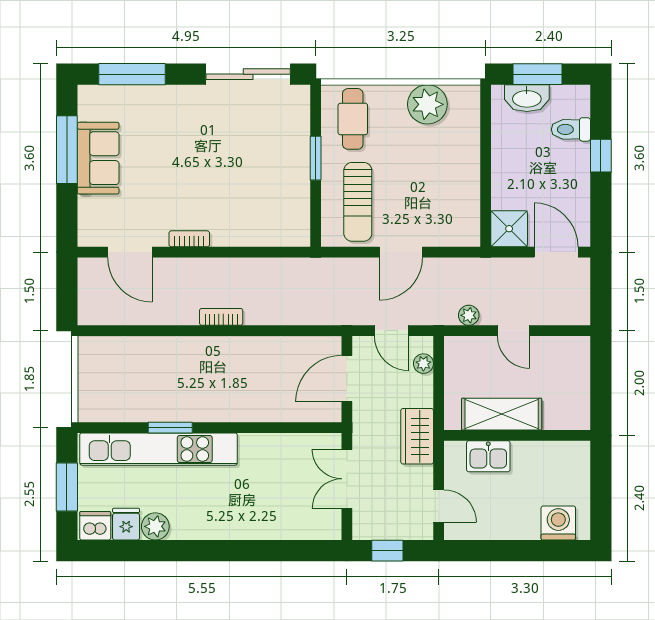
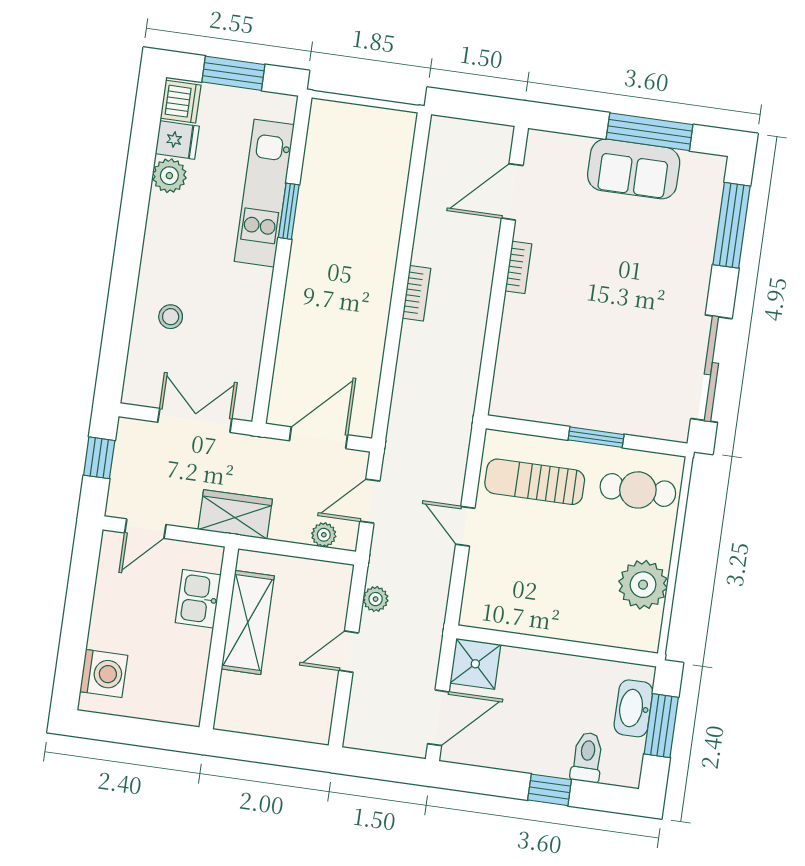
door: (401, 252) -> (465, 526), width x0.73
door: (347, 379) -> (319, 438), hinge flipped
kitchen unit: (159, 449) -> (264, 193), width x0.73
stool: (267, 510) -> (171, 317), added

